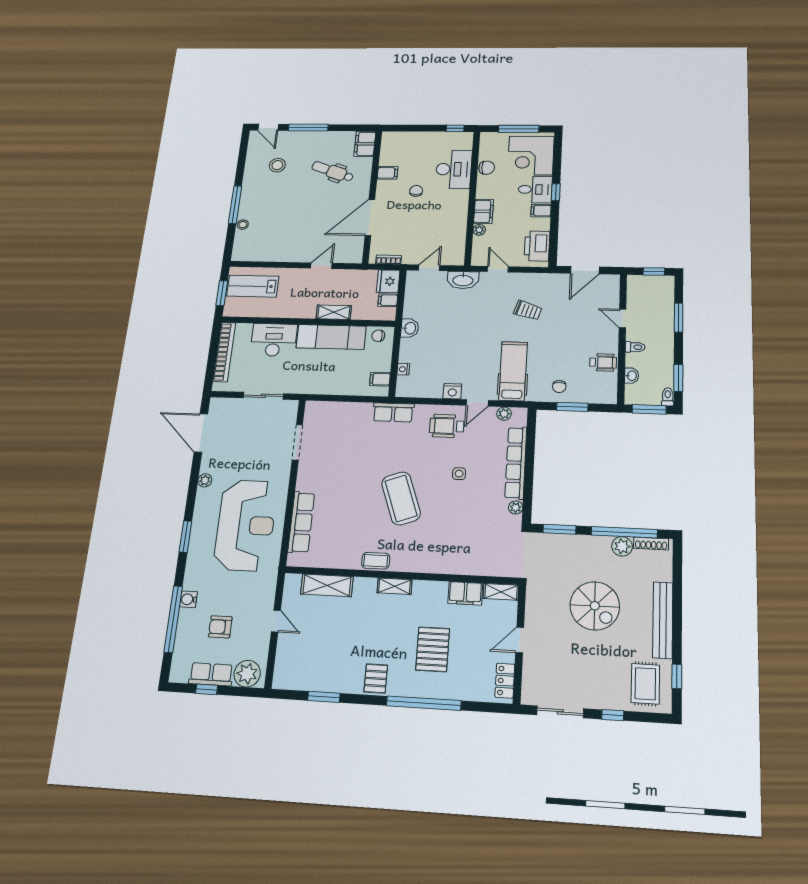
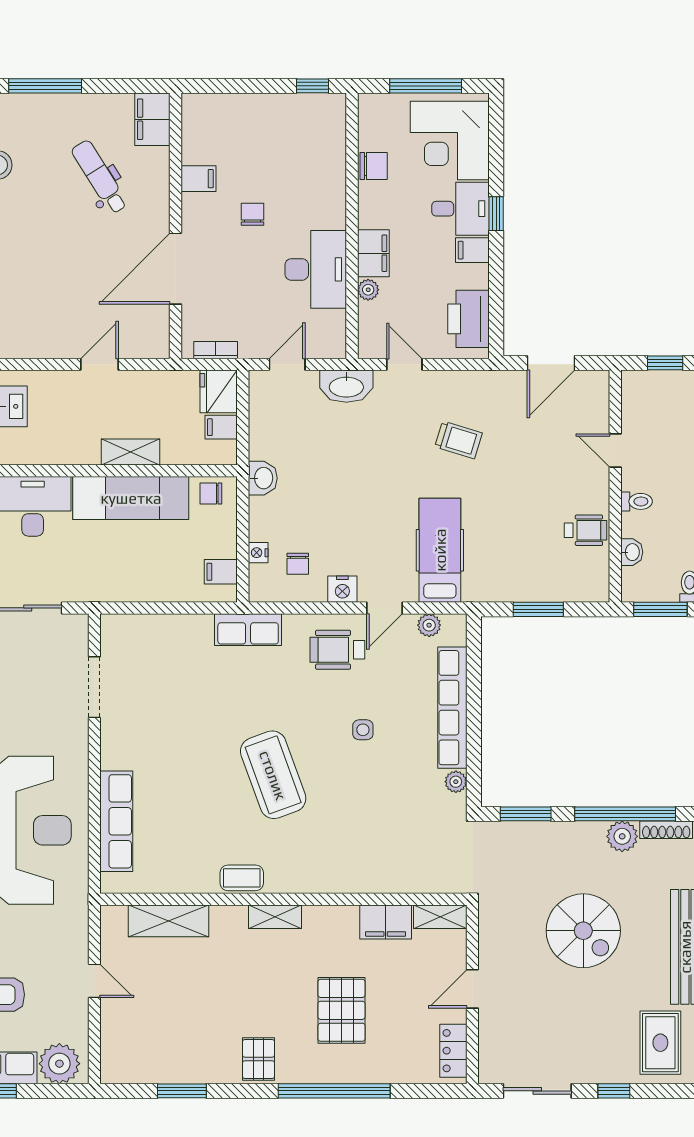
desk: (454, 169) -> (316, 269), moved
dental chair: (333, 172) -> (100, 177), turned 38
chair: (559, 387) -> (298, 564), moved

